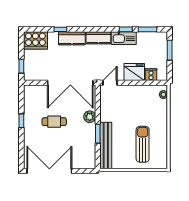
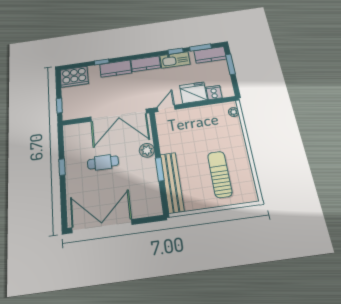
kitchen counter: (154, 38) -> (210, 55), added

